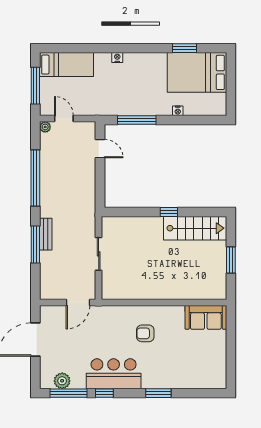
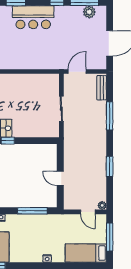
door: (100, 149) -> (60, 178), moved
window: (35, 178) -> (110, 166), width x0.47
bench: (46, 234) -> (102, 88), moved
armchair: (145, 333) -> (26, 48), removed
bar counter: (114, 374) -> (33, 17), moved

